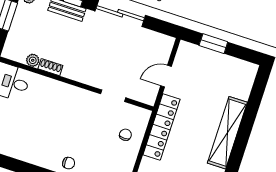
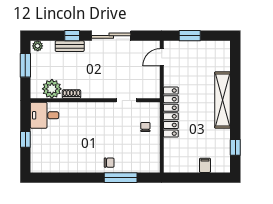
plant: (33, 60) -> (52, 89), width x1.87, depth x1.87
door: (166, 76) -> (162, 57), moved

